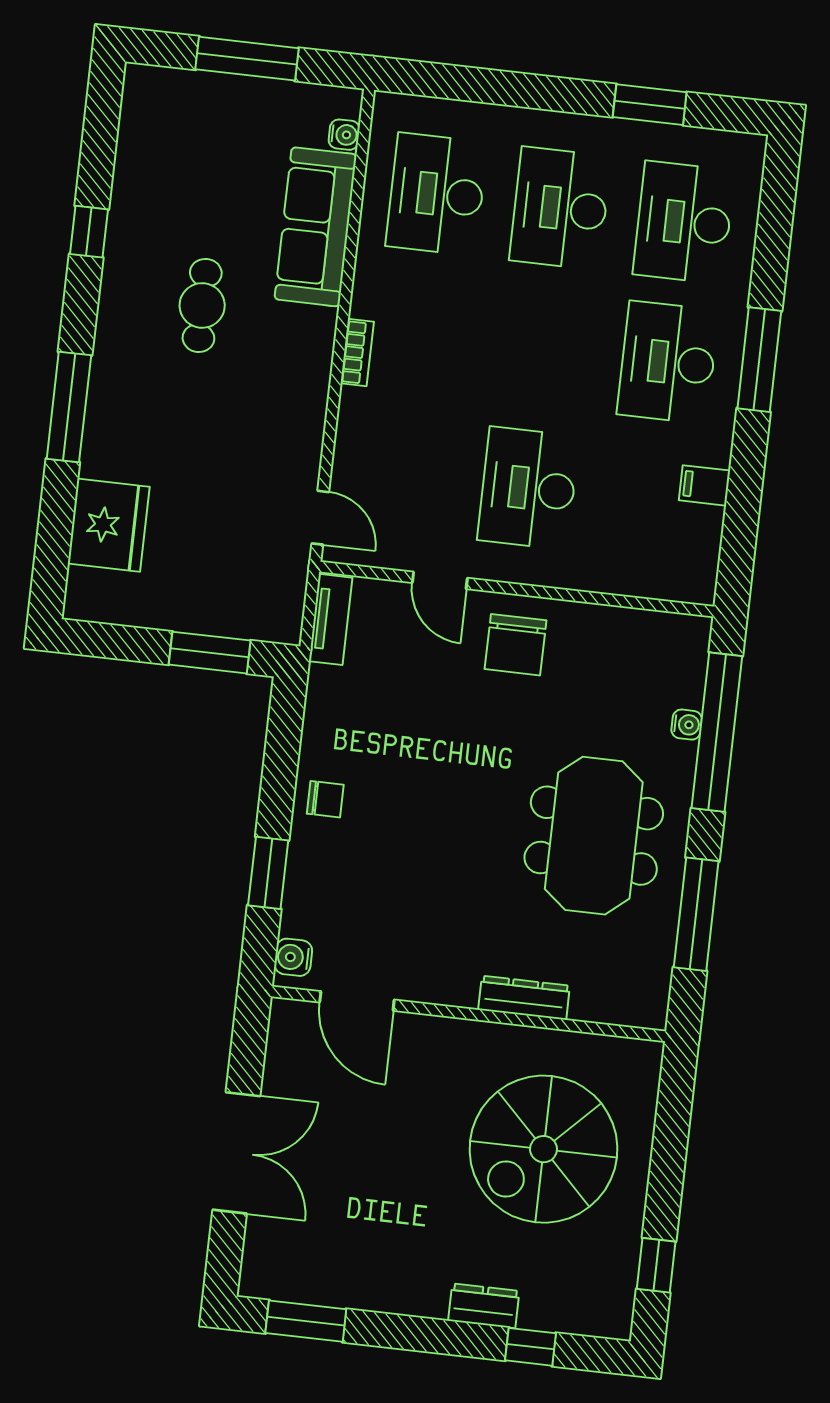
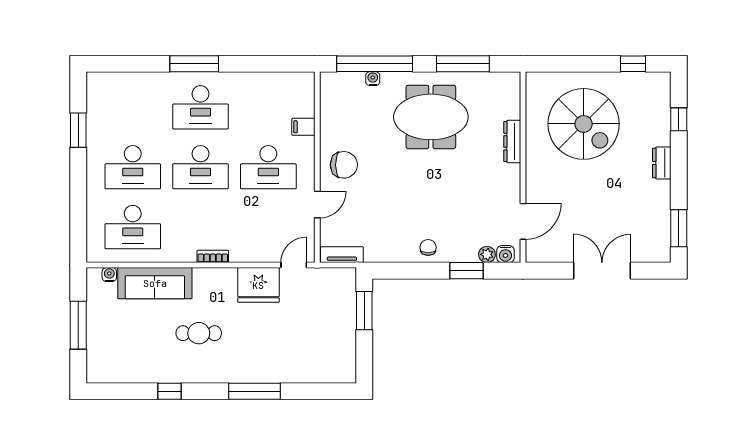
desk: (684, 222) -> (201, 167), moved
filing cabinet: (705, 485) -> (303, 127), moved, turned 90
fridge: (109, 525) -> (258, 285), moved, turned 180
plant: (297, 919) -> (487, 254), added
dresser: (484, 1306) -> (662, 163), moved

